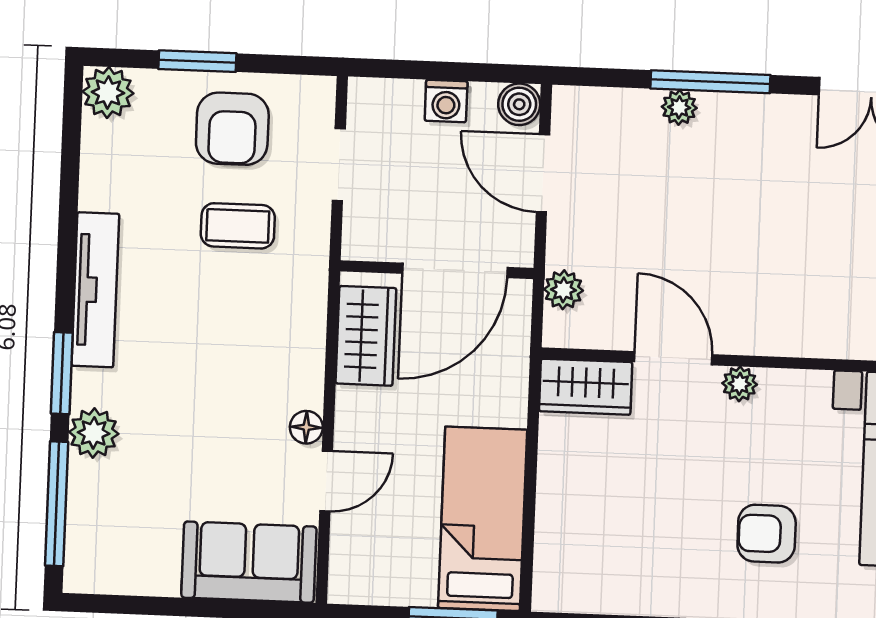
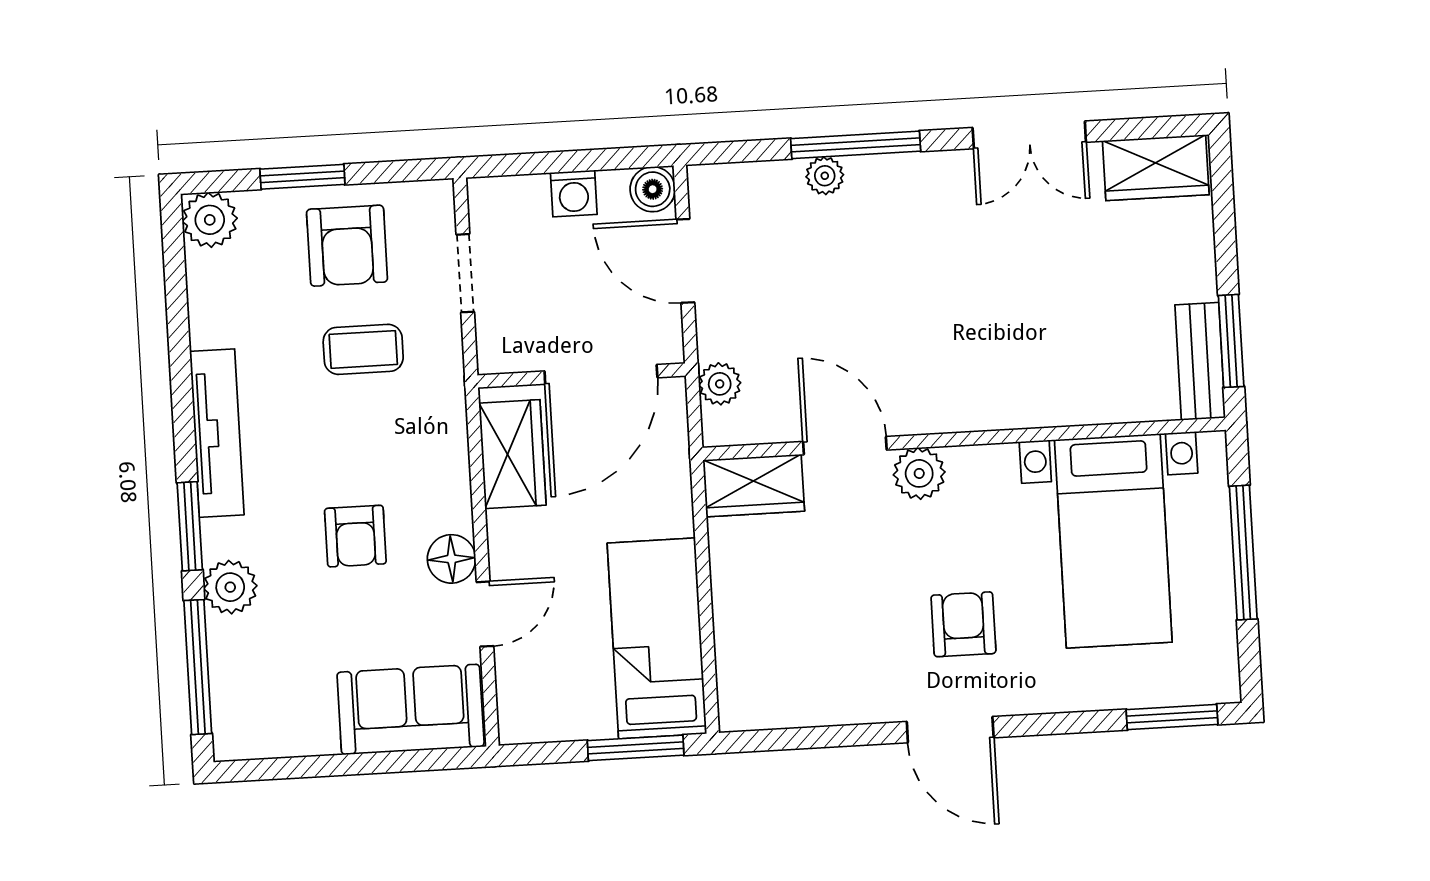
plant: (740, 384) -> (919, 473), width x1.38, depth x1.38
armchair: (214, 397) -> (355, 536), added
floor lamp: (306, 427) -> (451, 559), width x1.37, depth x1.37
armchair: (767, 534) -> (963, 624), turned 90

